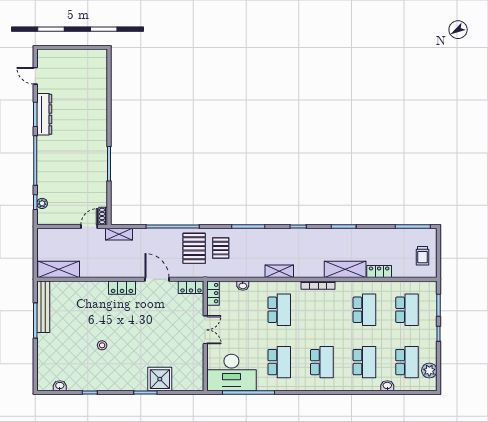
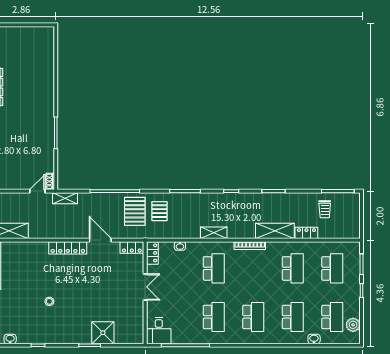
trolley: (423, 256) -> (325, 209), moved
locker: (122, 288) -> (68, 248), width x1.53
desk: (231, 373) -> (159, 331), width x0.53, depth x0.77

